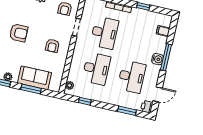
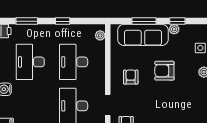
armchair: (19, 33) -> (164, 71), moved
sofa: (34, 78) -> (143, 35), width x1.36
window: (85, 101) -> (63, 21), moved

